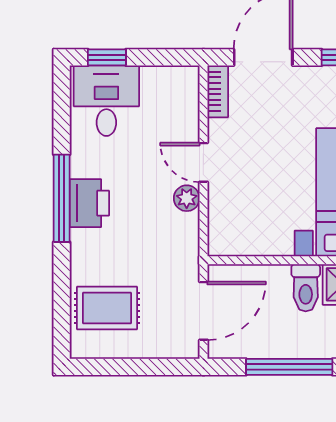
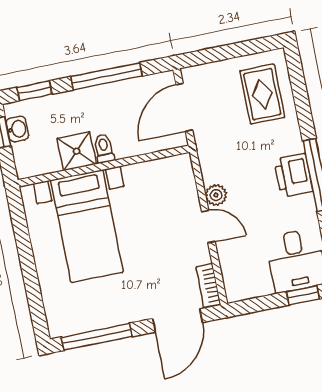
toilet: (306, 288) -> (104, 148), width x0.73, depth x0.72
rug: (107, 308) -> (262, 94), turned 90

